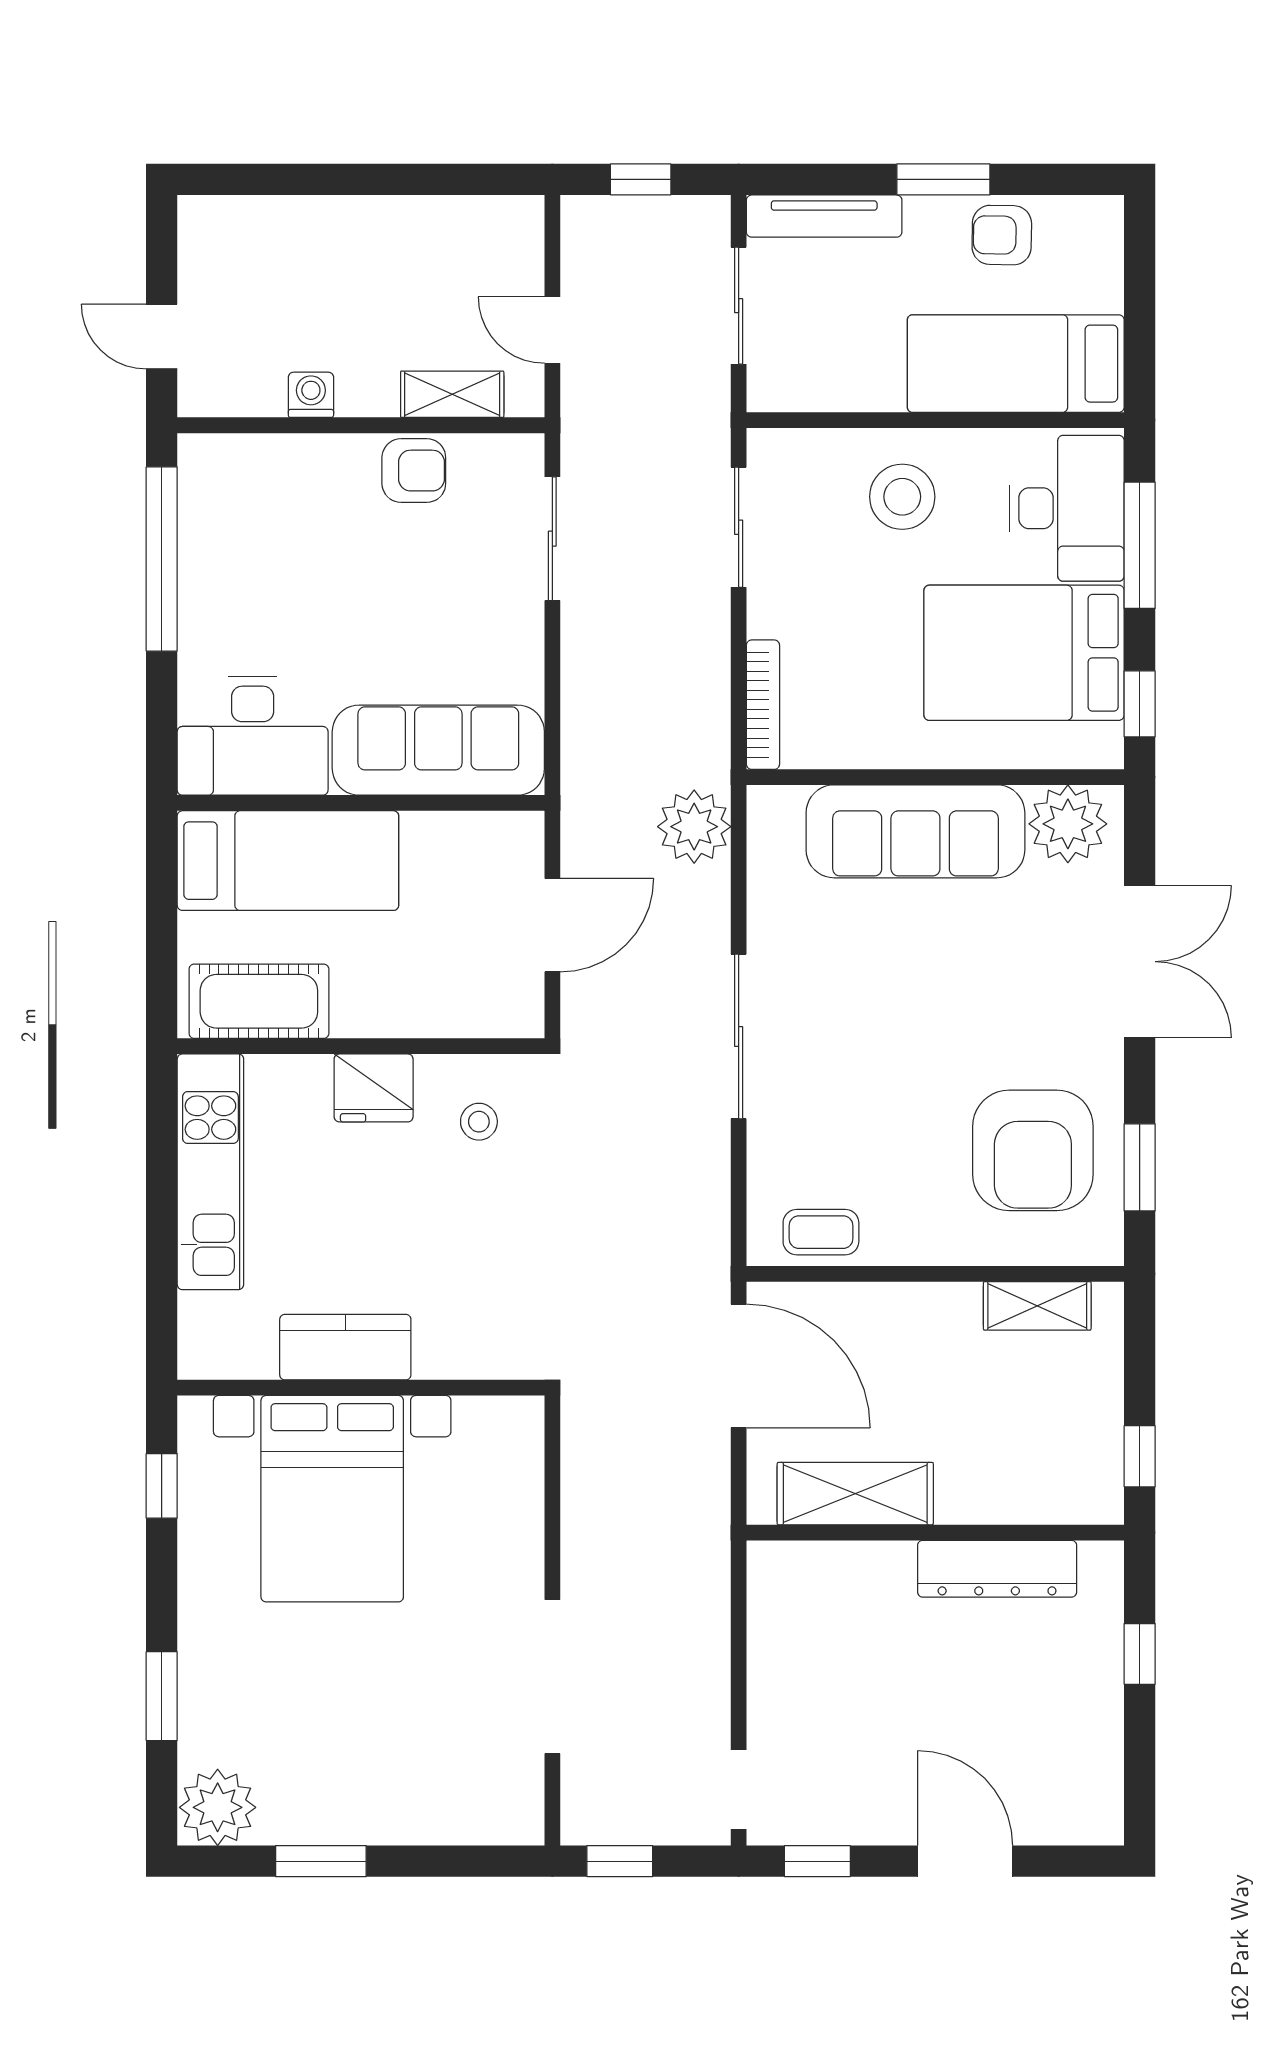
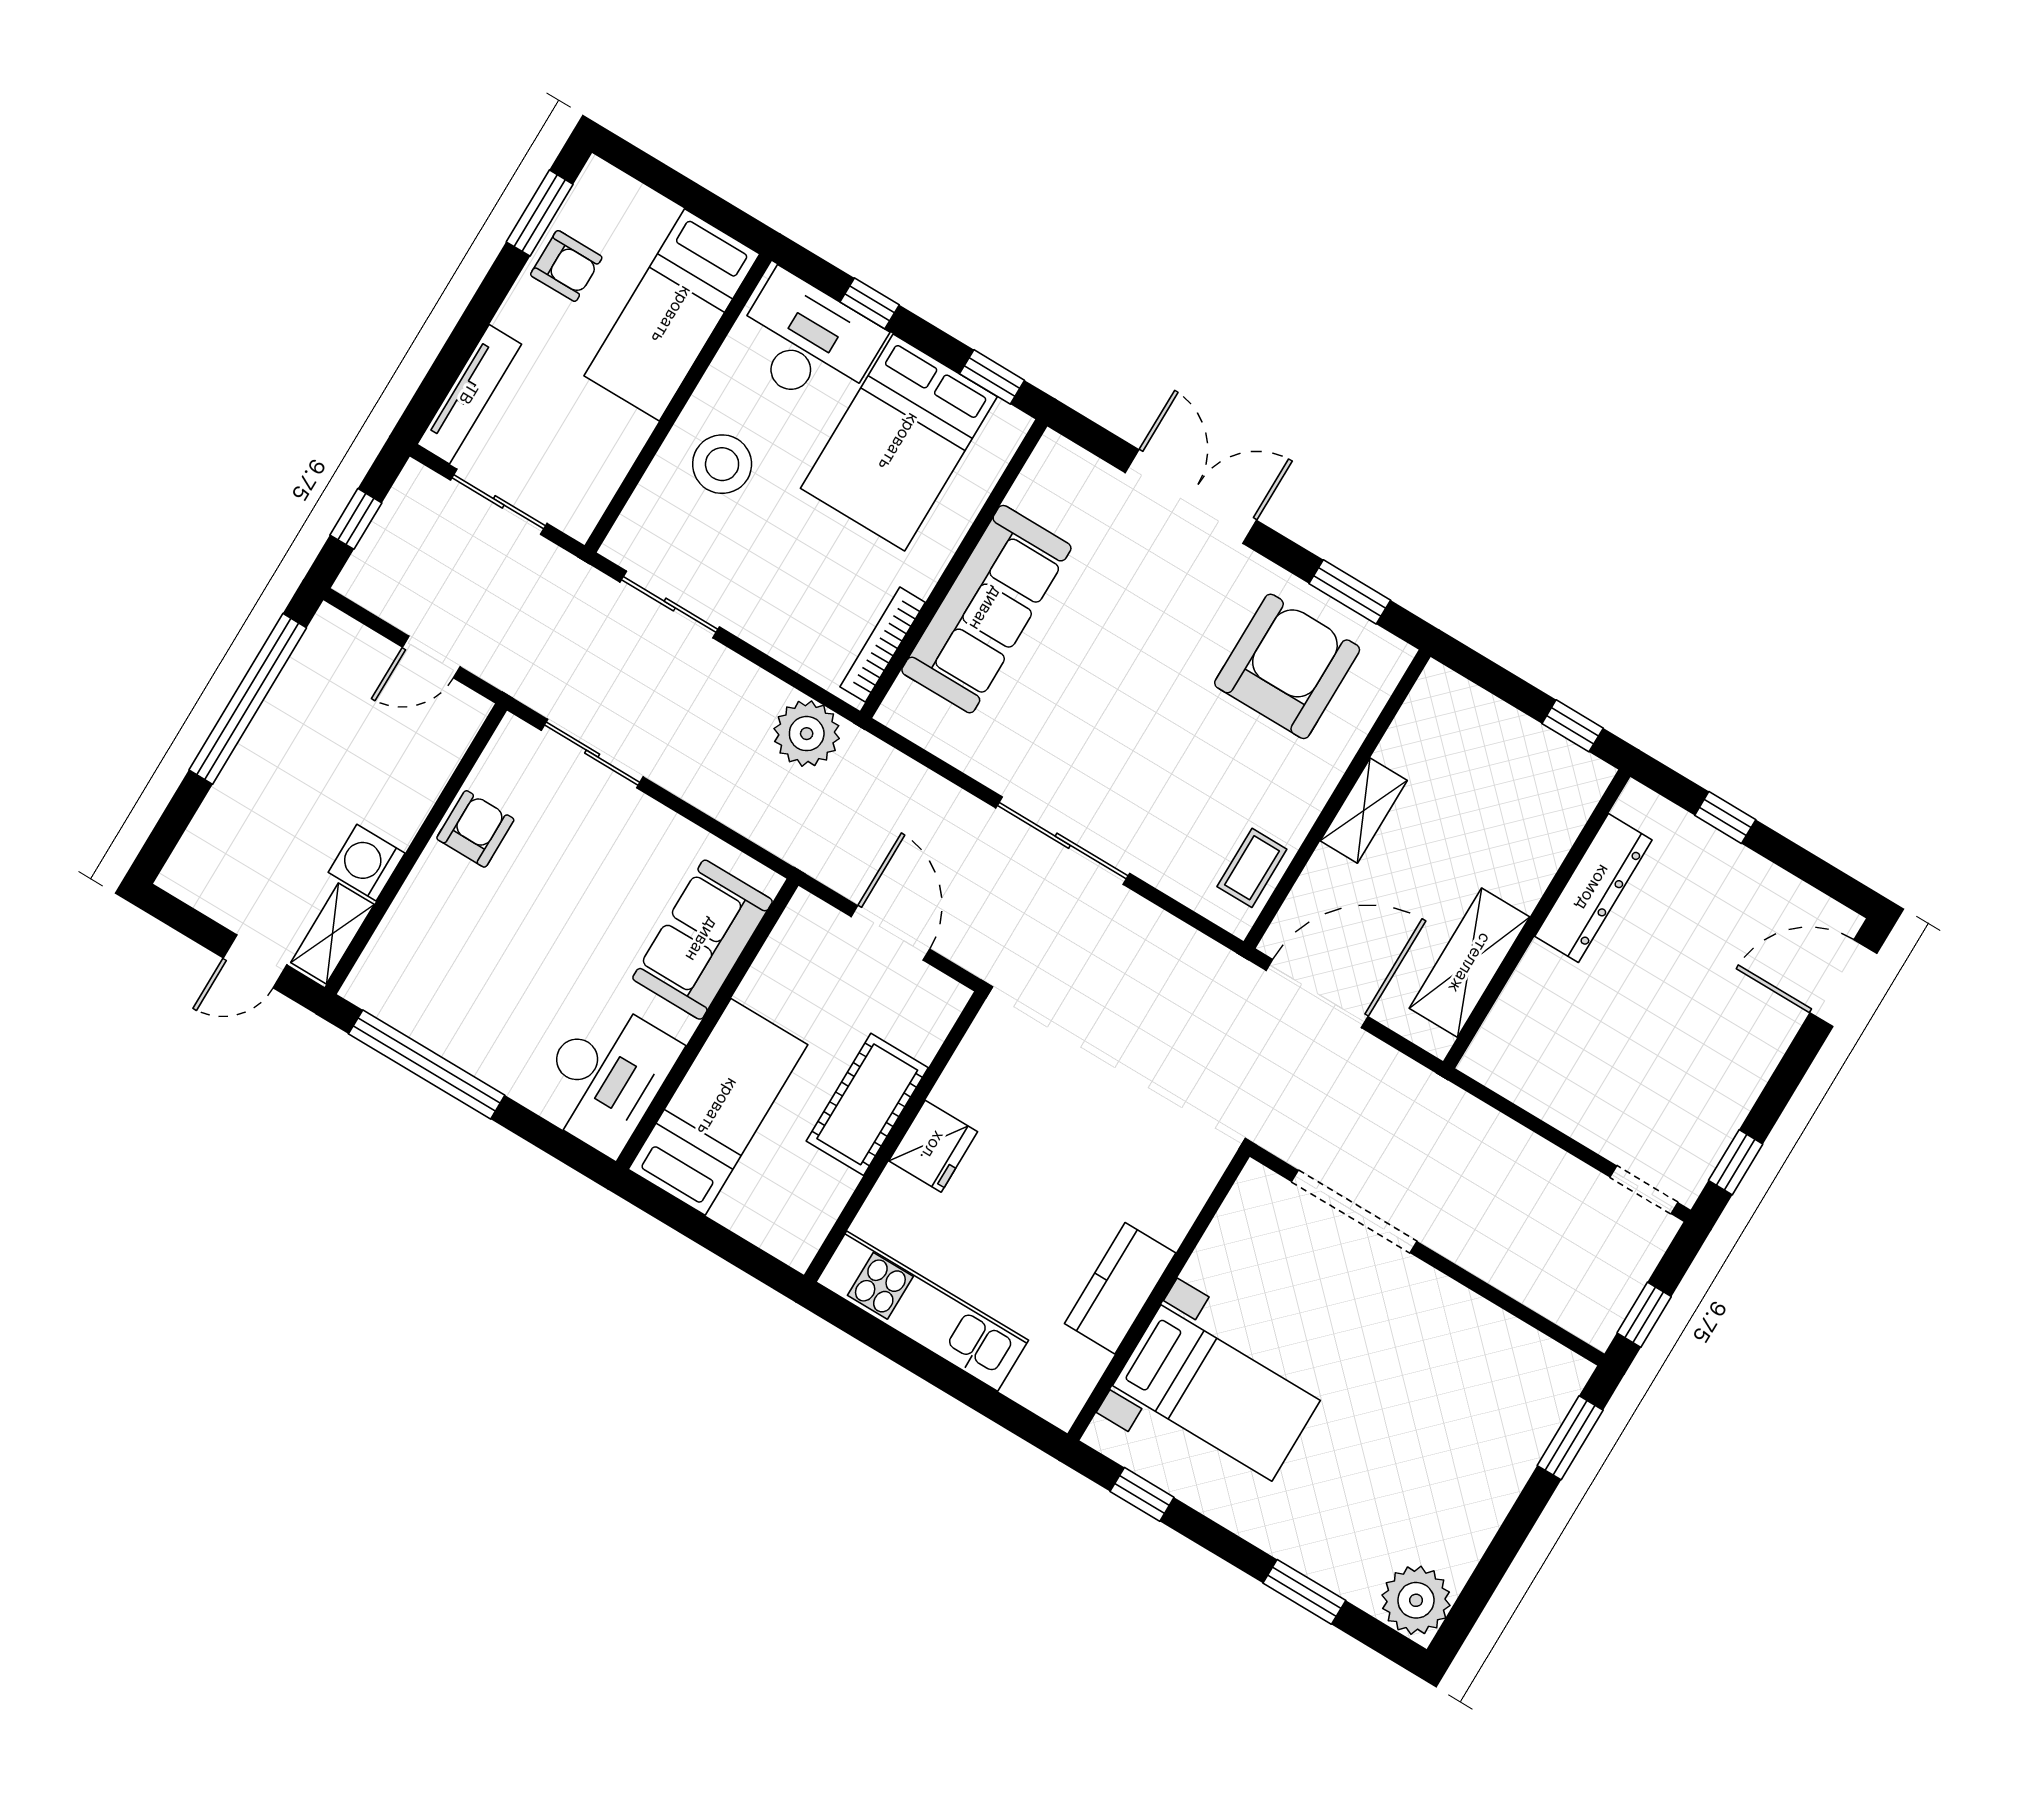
window: (407, 179) -> (248, 699), added
window: (943, 179) -> (540, 213), moved
armchair: (1002, 235) -> (566, 266), turned -91
shelving: (452, 394) -> (332, 933), moved
washing machine: (311, 395) -> (367, 863), width x1.38, depth x1.38
window: (1140, 545) -> (870, 303), width x0.46
bookcase: (763, 705) -> (883, 645), moved, turned -90
sofa: (438, 750) -> (702, 940), width x0.73
plant: (1068, 824) -> (1051, 488), removed
plant: (694, 827) -> (807, 734), moved
cot: (259, 1001) -> (867, 1104), moved
stool: (479, 1122) -> (1008, 1081), removed
armchair: (1033, 1150) -> (1287, 666), turned -90
shelving: (1037, 1306) -> (1364, 811), moved
bed with nightstands: (332, 1499) -> (1216, 1393), width x0.73
doorway: (552, 1677) -> (1354, 1211), moved
window: (321, 1861) -> (1570, 1438), moved
door: (965, 1861) -> (1843, 983), moved

